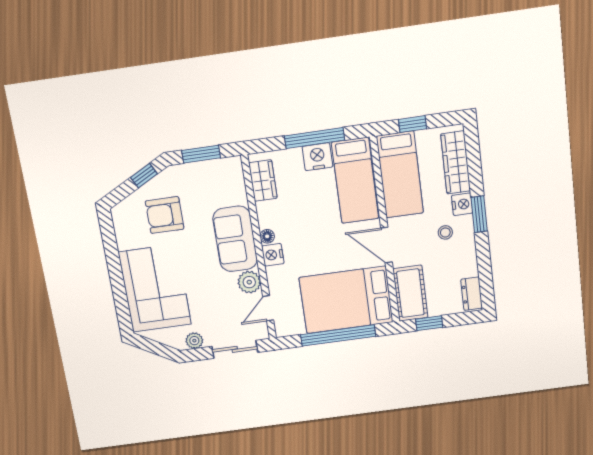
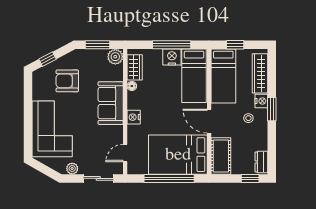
window: (144, 176) -> (47, 59), moved
floor lamp: (267, 236) -> (132, 86), moved
plant: (249, 282) -> (115, 57), moved
window: (429, 323) -> (250, 178), moved

